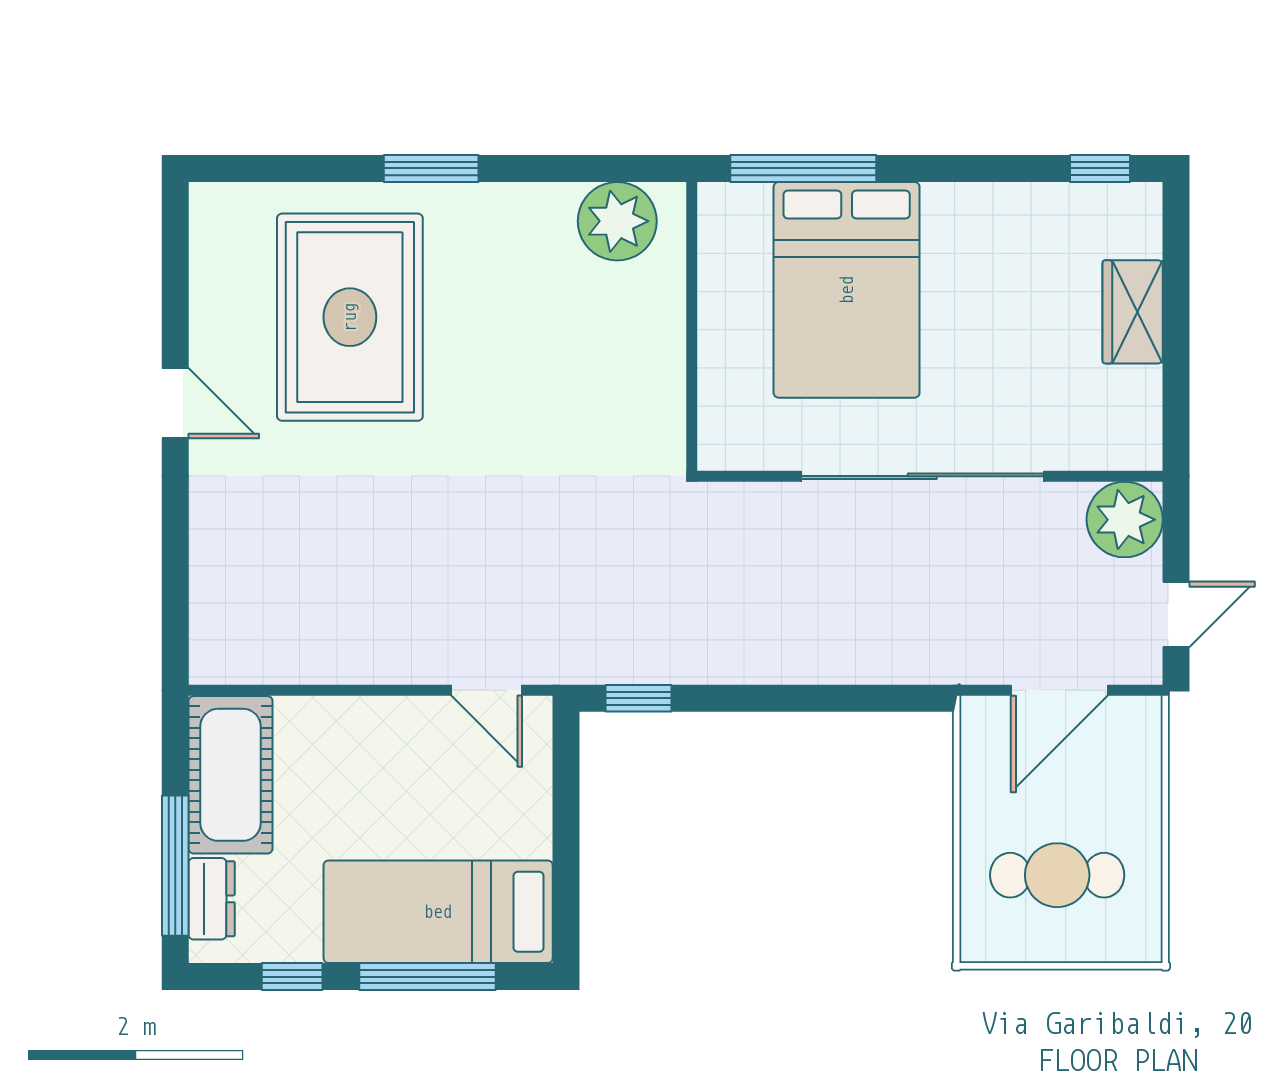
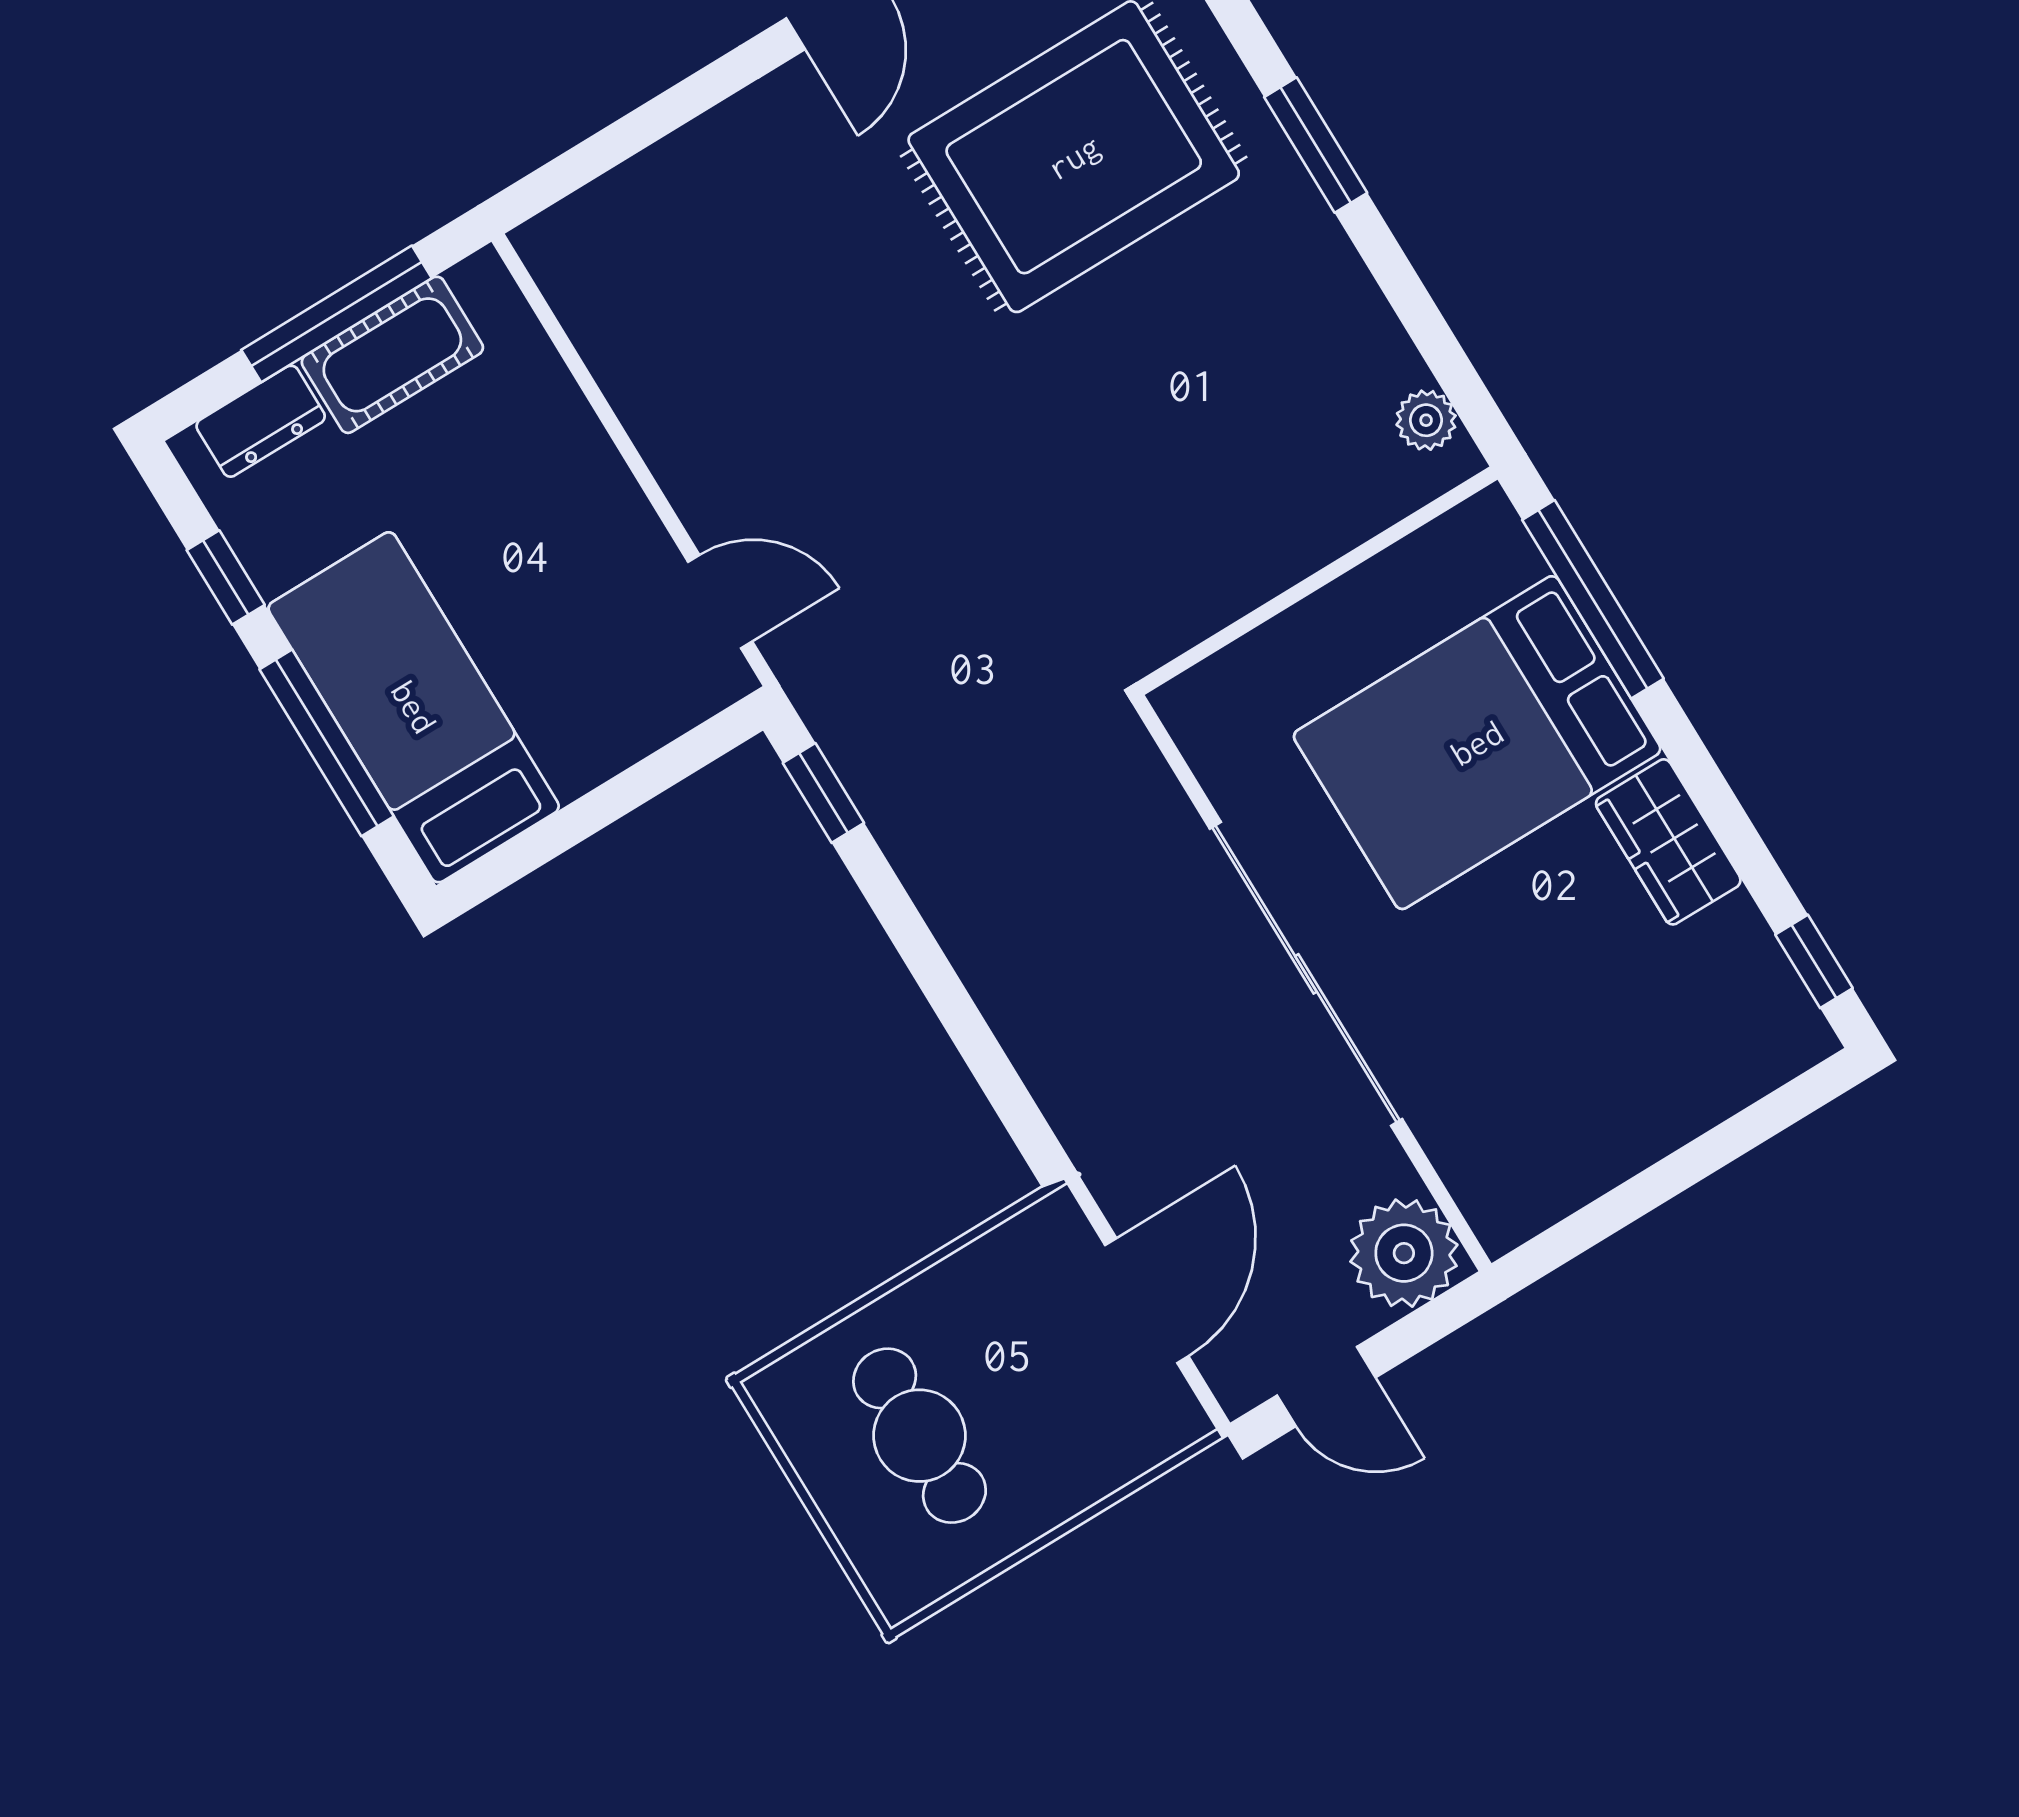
plant: (617, 221) -> (1426, 420), width x0.53, depth x0.53
wardrobe: (1133, 312) -> (1668, 842), moved, turned -90
door: (487, 690) -> (720, 602), swing flipped
door: (1059, 690) -> (1147, 1301), swing flipped
cot: (230, 775) -> (392, 355), width x0.73, depth x0.75
window: (175, 866) -> (336, 314), moved

